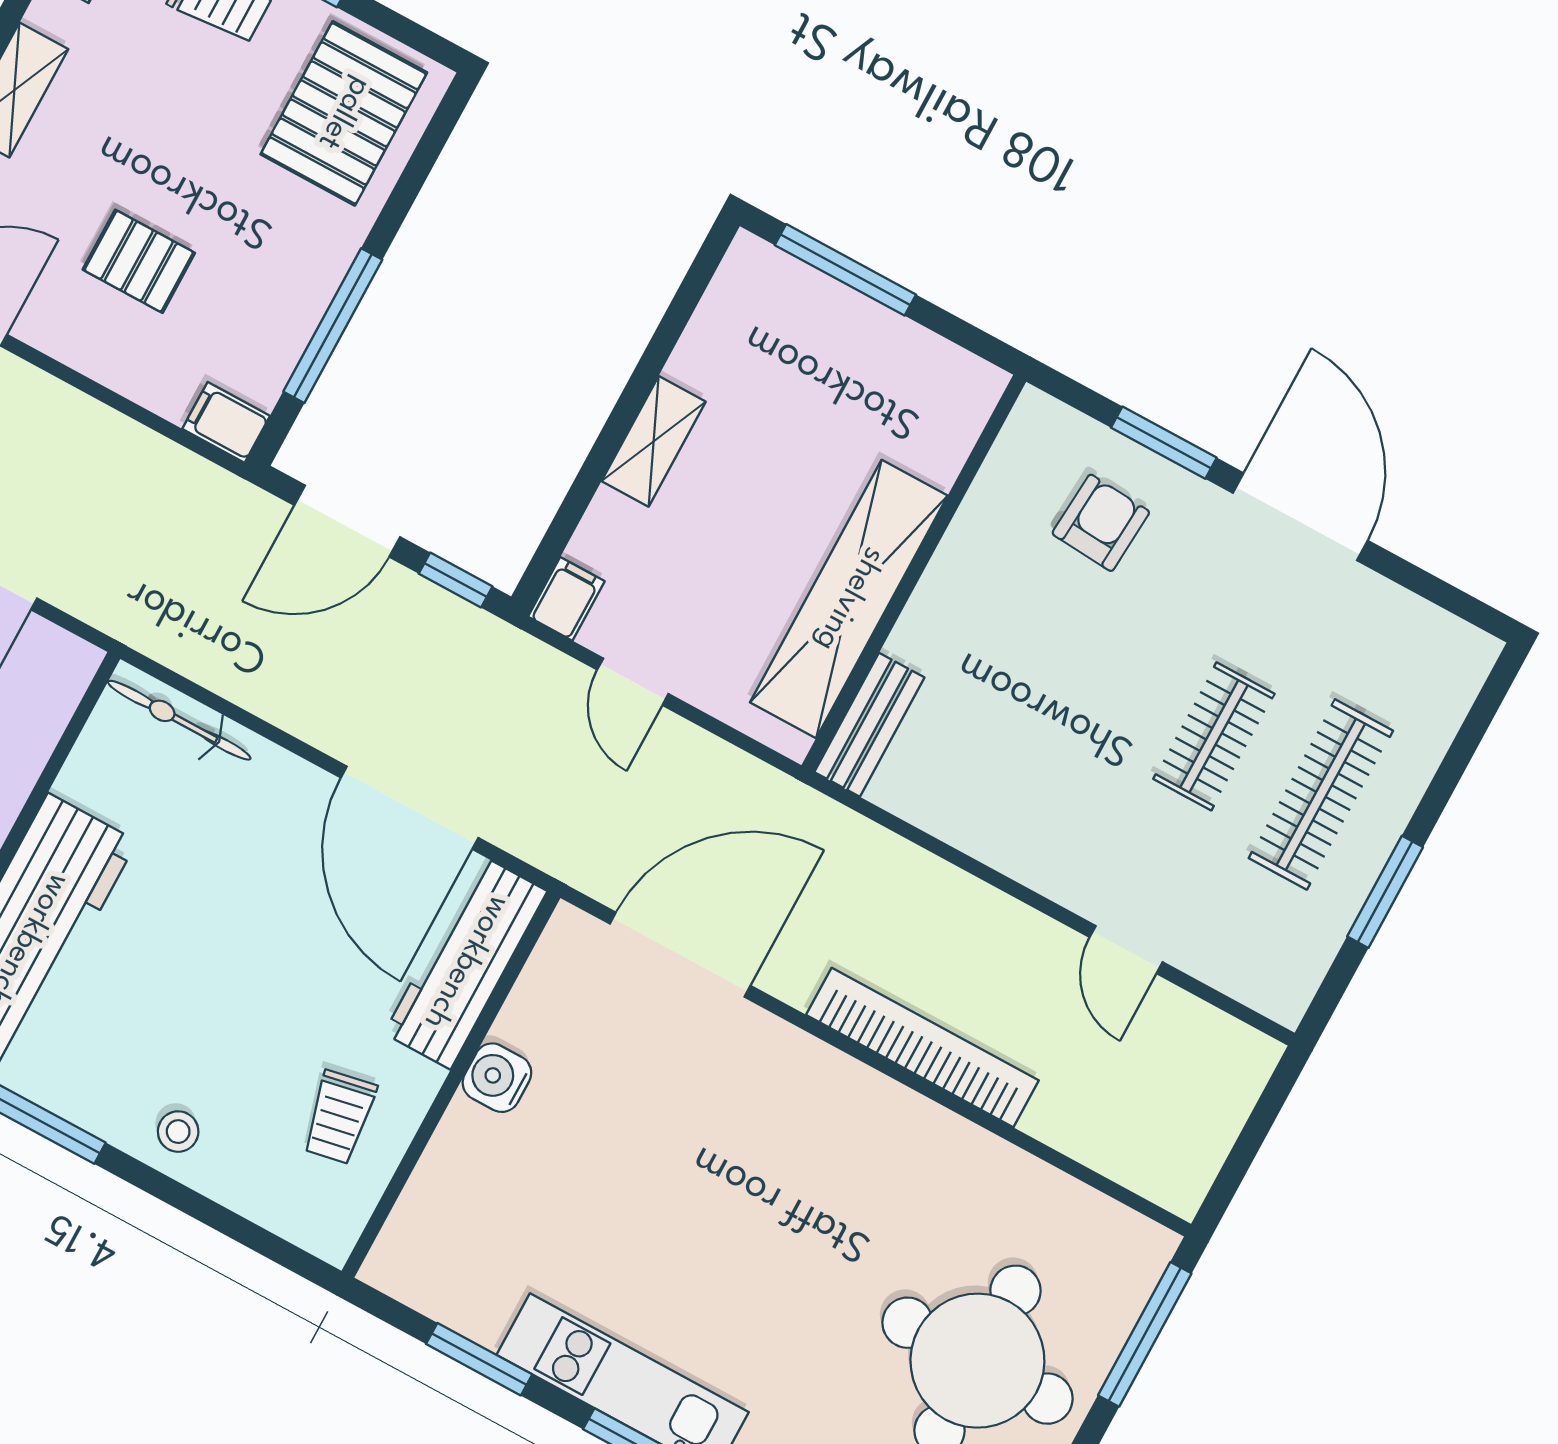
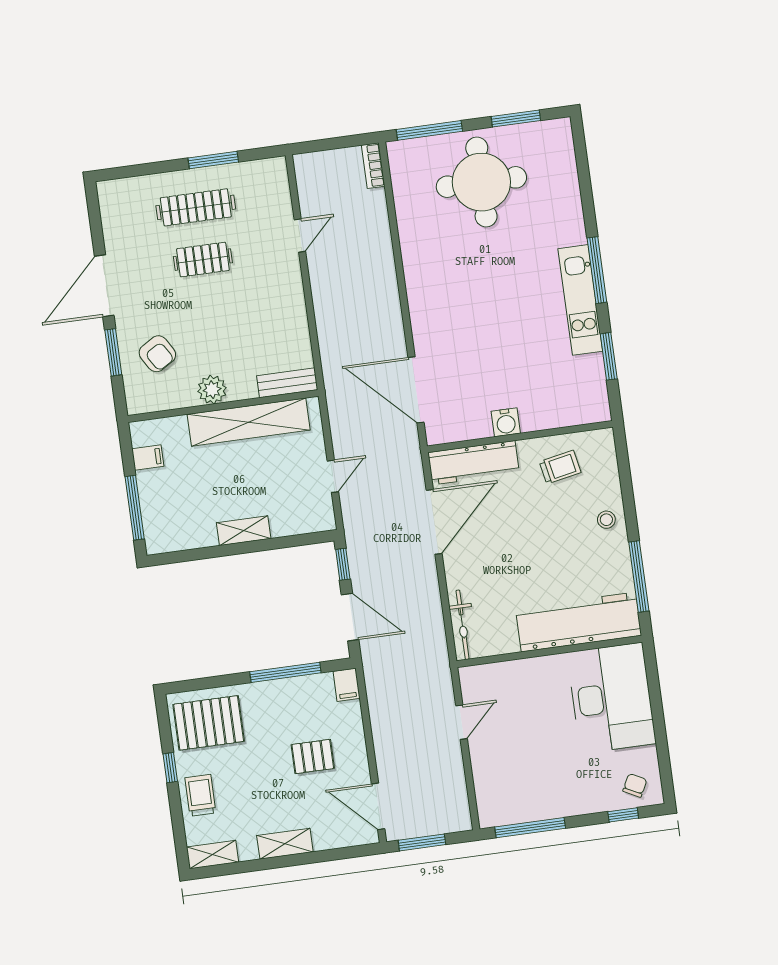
pallet: (139, 261) -> (313, 757), turned 90
armchair: (1101, 523) -> (157, 354), turned -125
plant: (959, 575) -> (212, 390), added
filing cabinet: (566, 599) -> (148, 458), moved, turned 180
bookcase: (922, 1048) -> (373, 166), moved, width x0.43, depth x0.76

